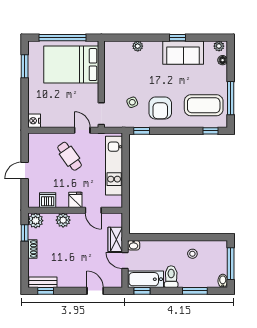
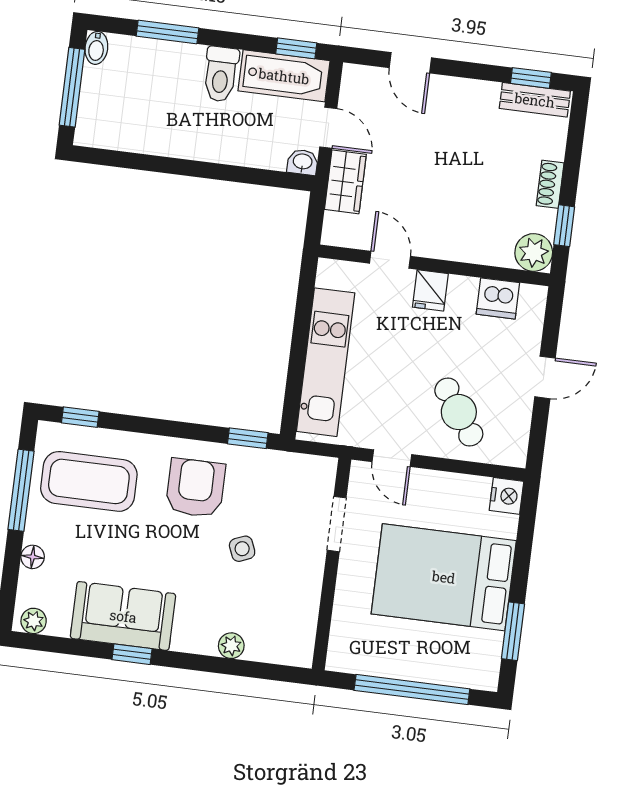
floor lamp: (223, 60) -> (33, 557), moved
bed: (71, 65) -> (444, 577), moved, turned 180
side table: (132, 102) -> (242, 549), moved
doorway: (101, 114) -> (337, 524), moved
cafe table: (70, 156) -> (459, 412), moved
plant: (63, 220) -> (466, 245), removed
stool: (192, 254) -> (162, 123), removed

